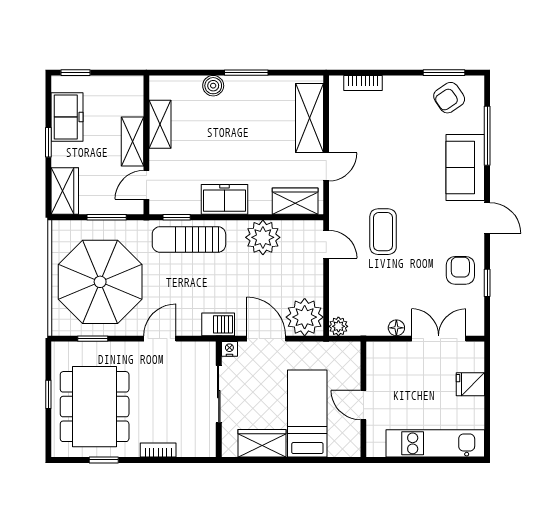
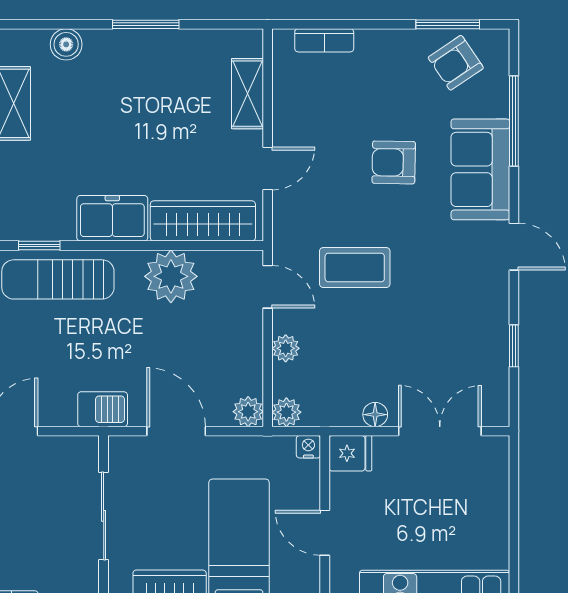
boiler: (213, 86) -> (66, 44), moved
shelving: (309, 118) -> (247, 94), width x0.67, depth x0.75
wardrobe: (295, 201) -> (203, 221), width x1.50
coffee table: (383, 232) -> (355, 268), turned 90
armchair: (460, 270) -> (394, 162), moved, turned -89
plant: (338, 284) -> (286, 348), added
plant: (305, 317) -> (248, 412), width x0.53, depth x0.53
nightstand: (229, 349) -> (308, 447), moved
fridge: (470, 384) -> (350, 453), moved, turned 180

